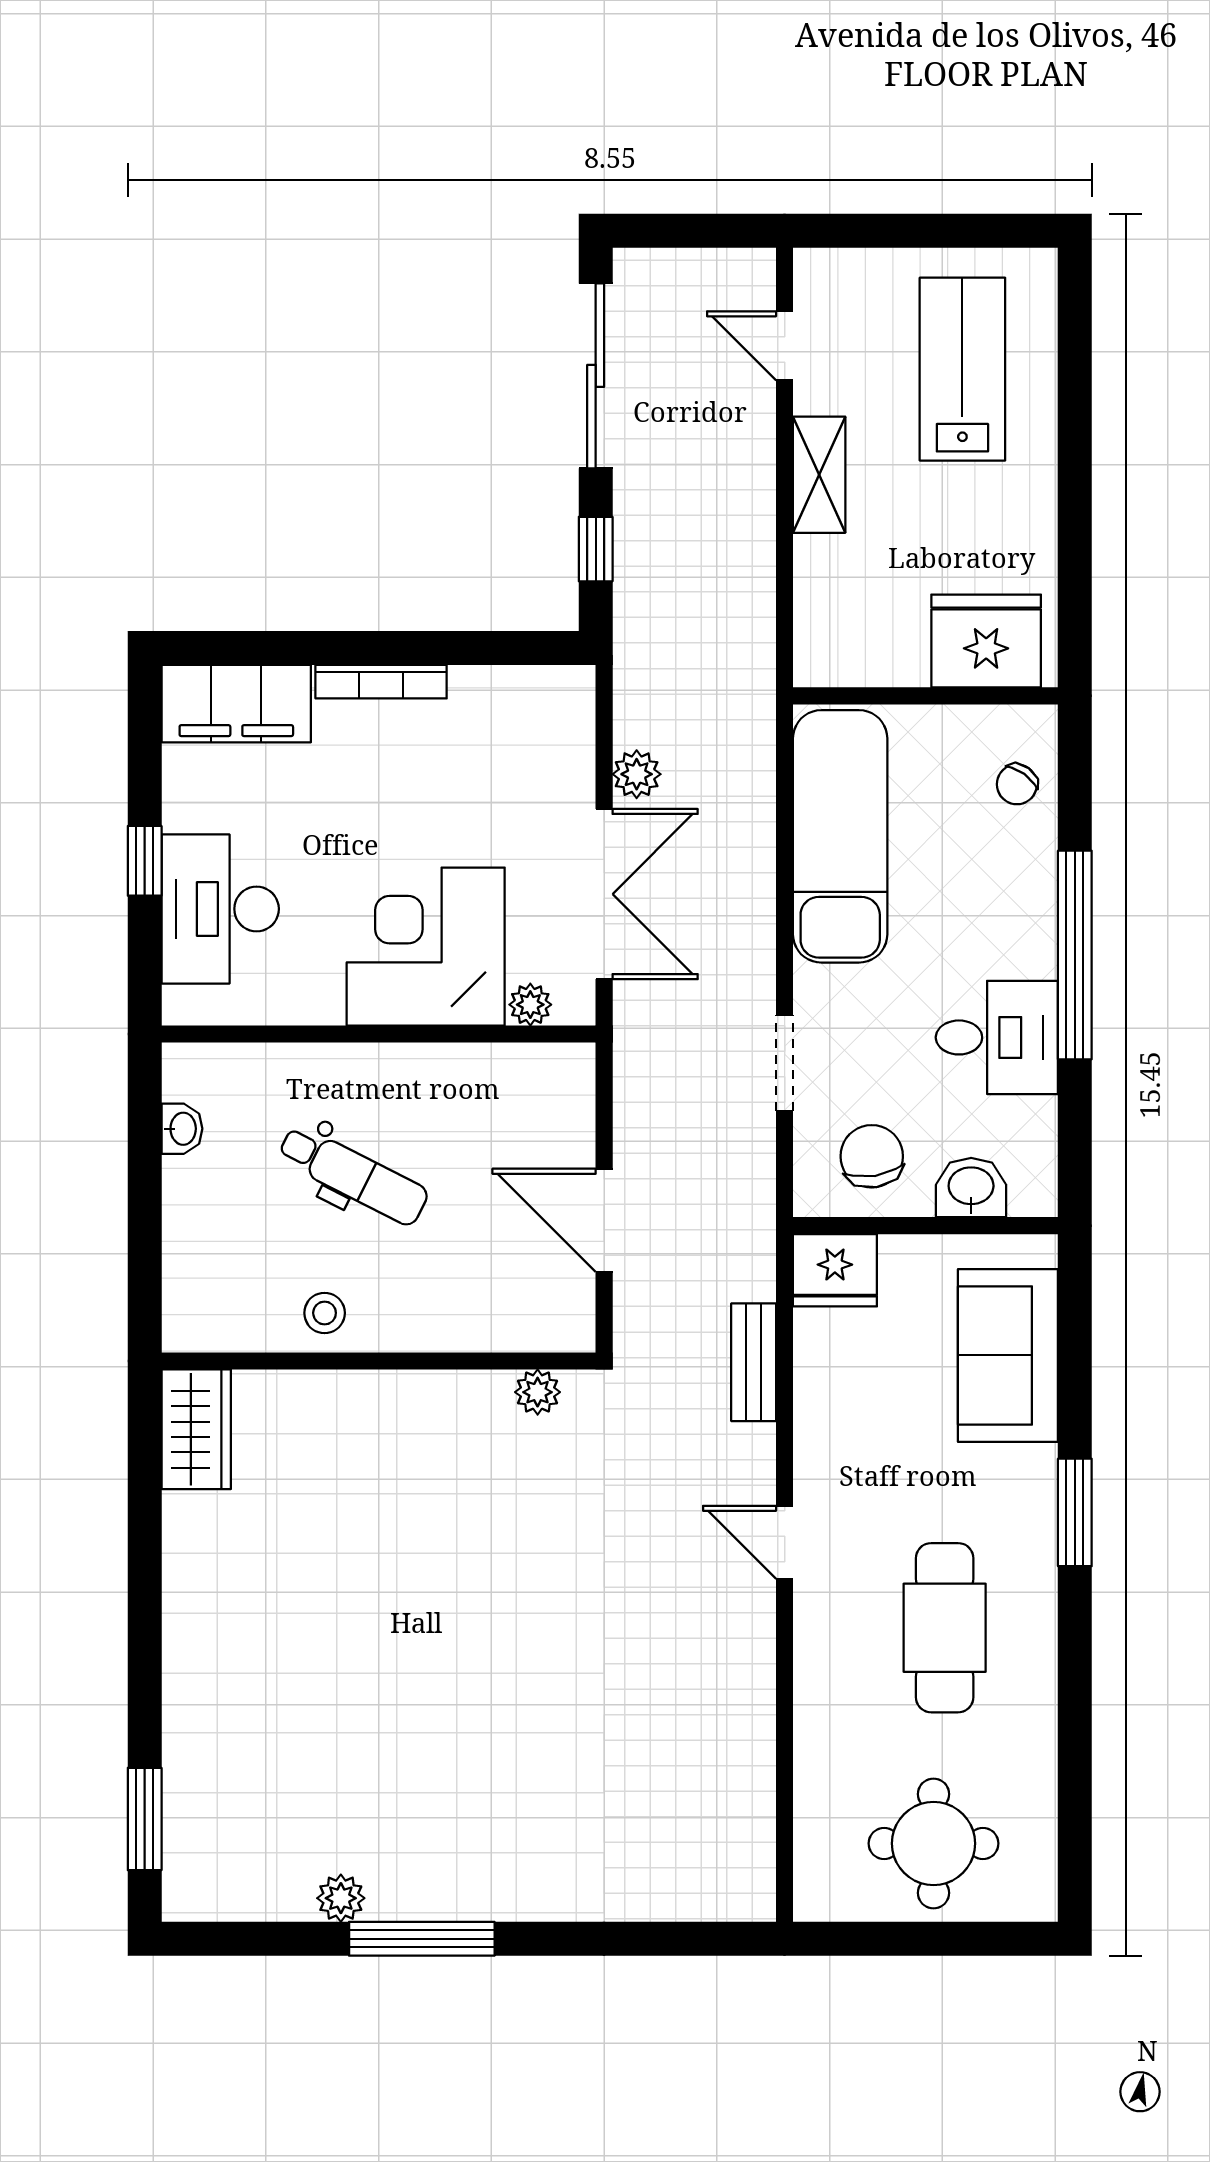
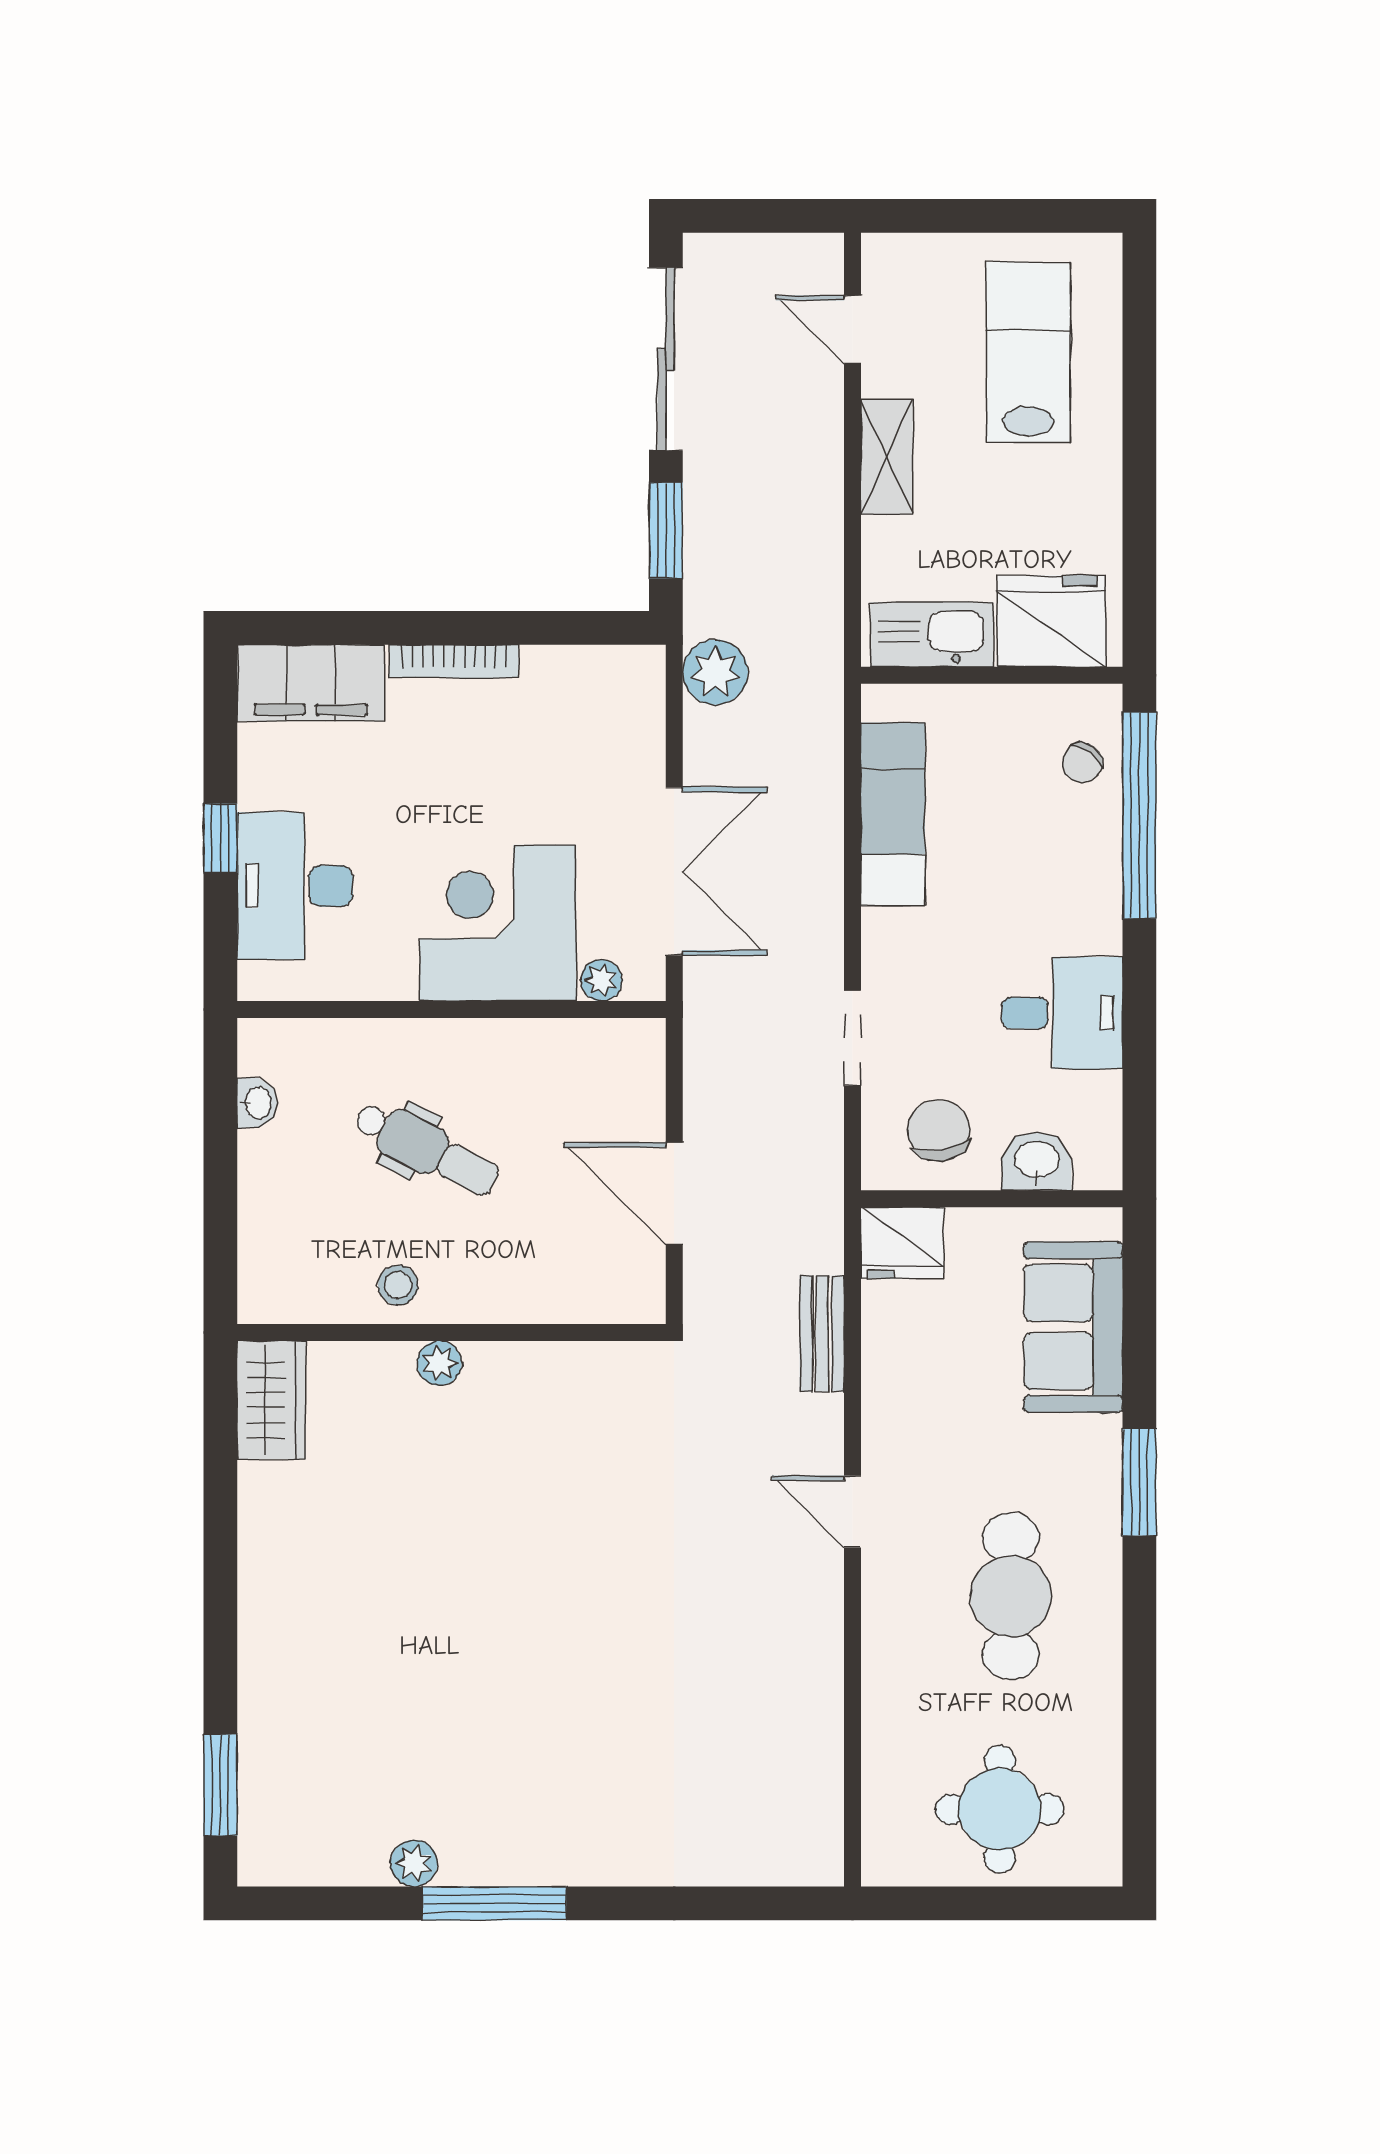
window: (596, 549) -> (666, 530), width x1.50
kitchen sink: (865, 655) -> (932, 635), added
plant: (637, 774) -> (715, 672), moved, width x1.38, depth x1.38
exam couch: (840, 836) -> (893, 814), width x0.73, depth x0.69
window: (1075, 955) -> (1139, 815), moved
plant: (538, 1392) -> (439, 1363), moved

